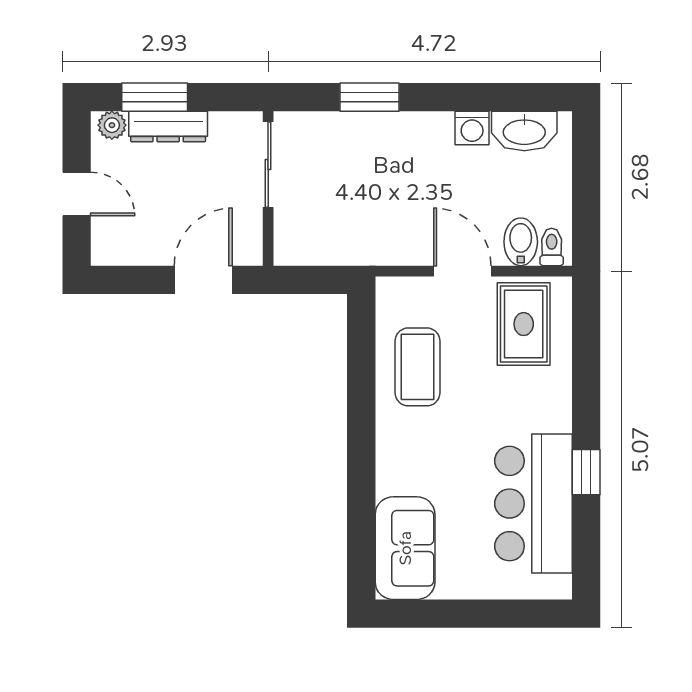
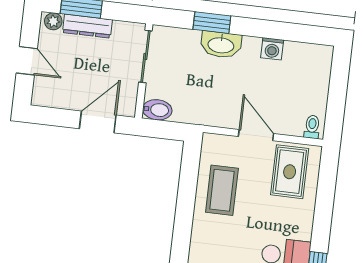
washbasin: (524, 131) -> (221, 45), moved
bidet: (521, 242) -> (157, 110), moved, turned 90

